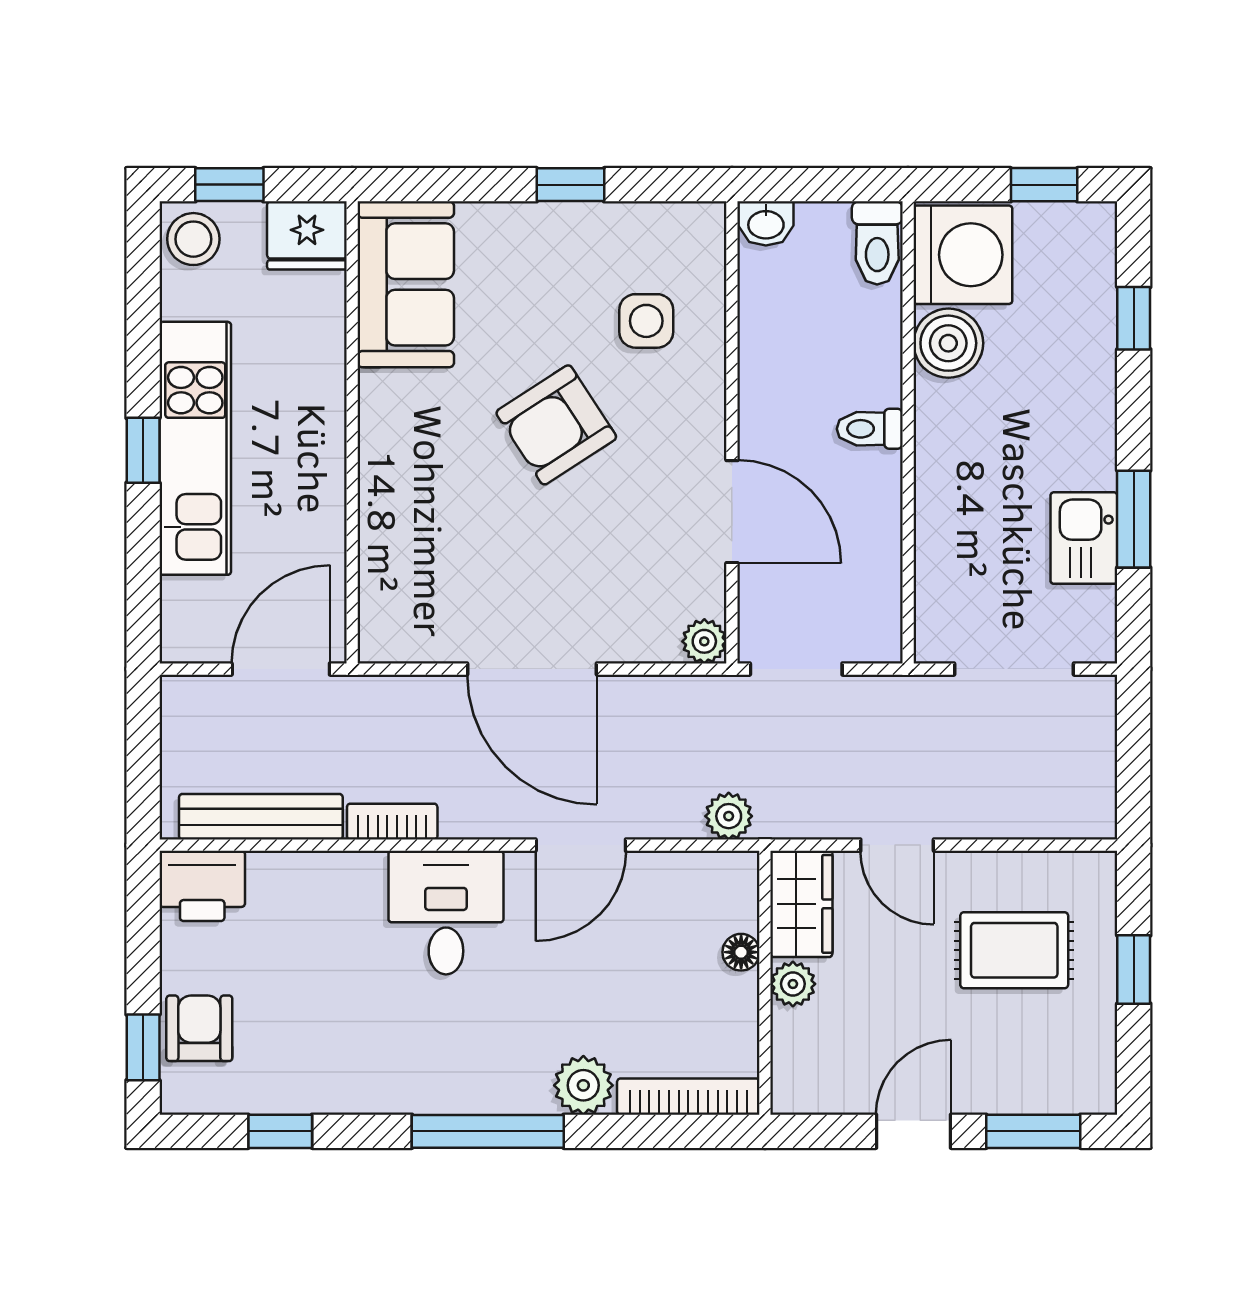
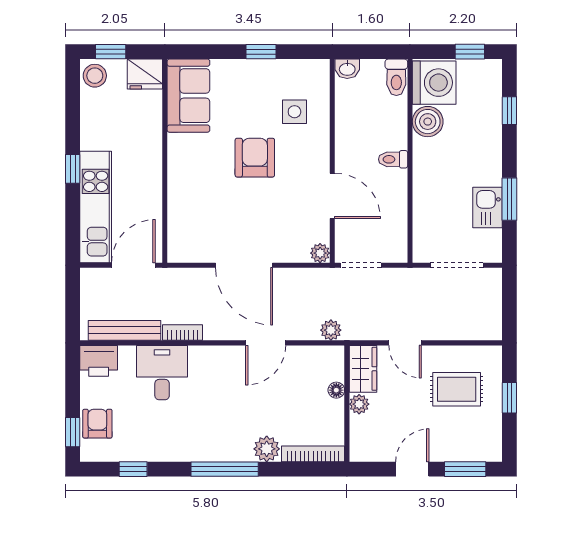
armchair: (556, 425) -> (255, 158), turned 123
kitchen unit: (195, 448) -> (96, 207), moved
desk: (446, 913) -> (162, 373), moved

